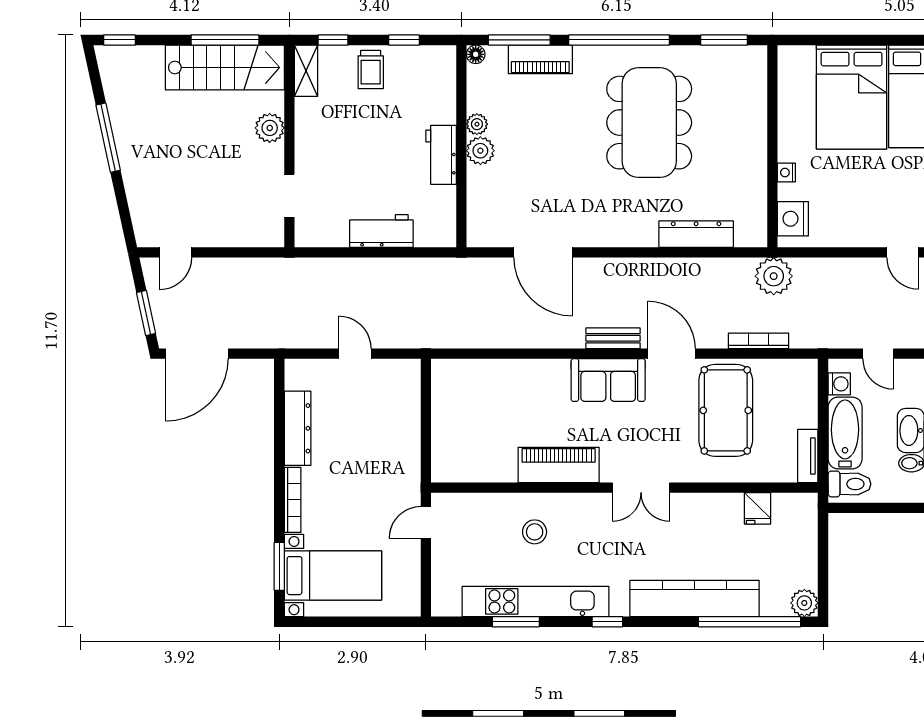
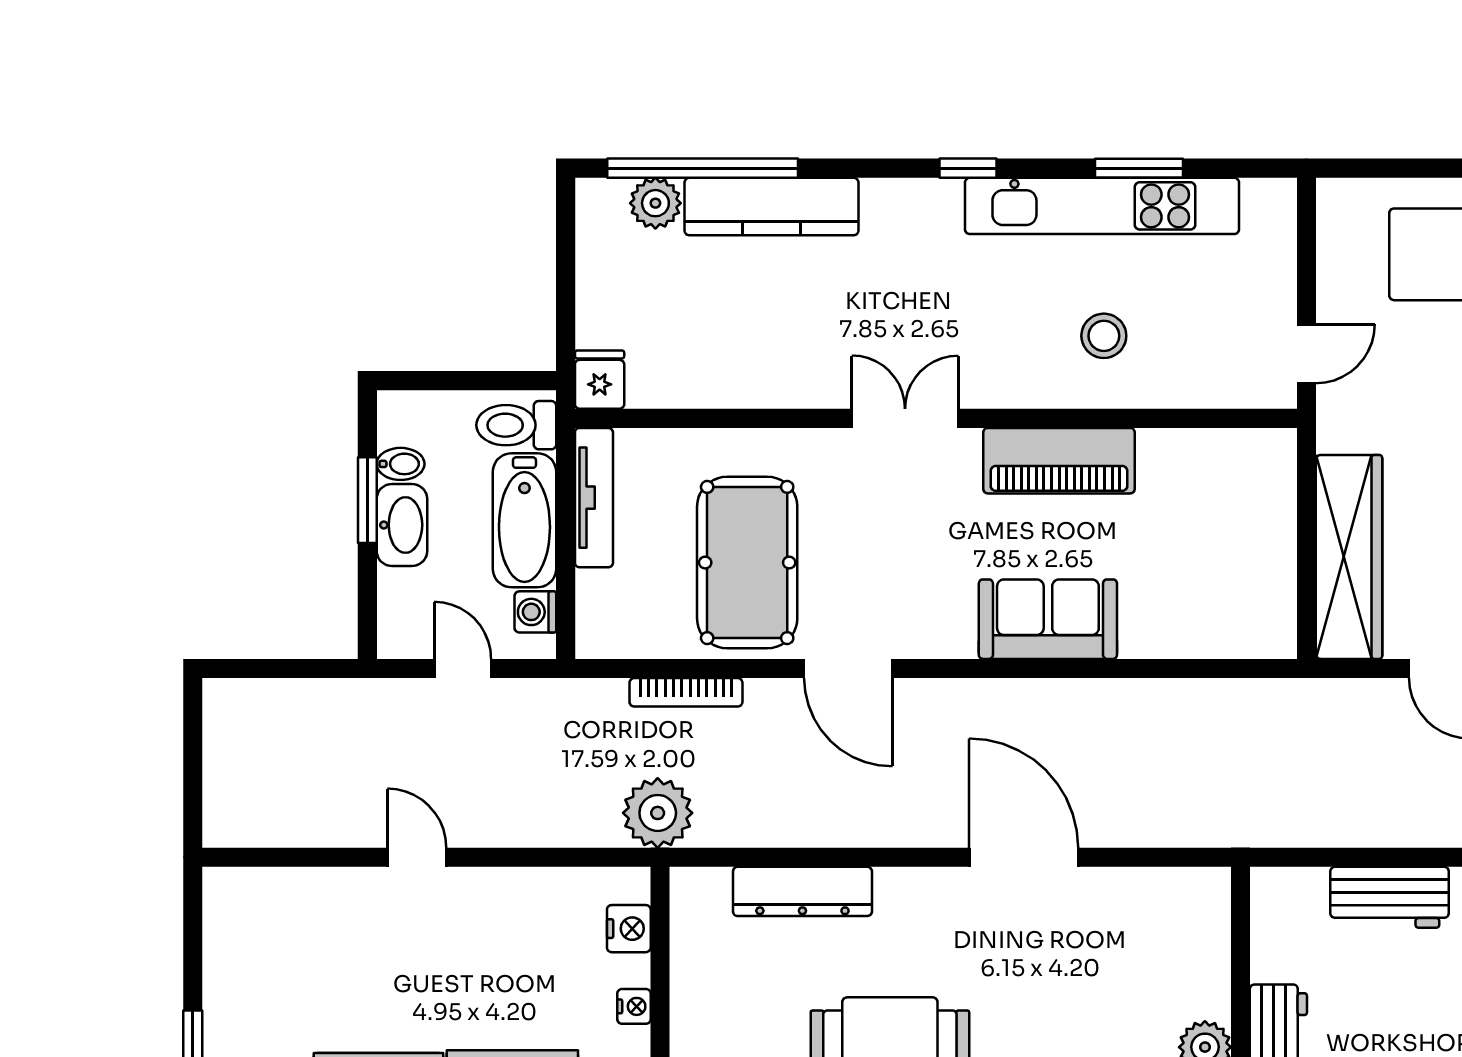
nightstand: (793, 219) -> (629, 929), width x0.74, depth x0.75
door: (543, 252) -> (1024, 857), moved
bench: (613, 338) -> (958, 697), removed
sofa: (608, 380) -> (1048, 619), moved
wardrobe: (403, 413) -> (1349, 557), added
tv unit: (808, 456) -> (594, 498), width x1.41
fridge: (757, 508) -> (600, 380), moved
kitchen counter: (695, 599) -> (772, 207), width x0.72, depth x0.86
plant: (804, 603) -> (655, 203), moved

